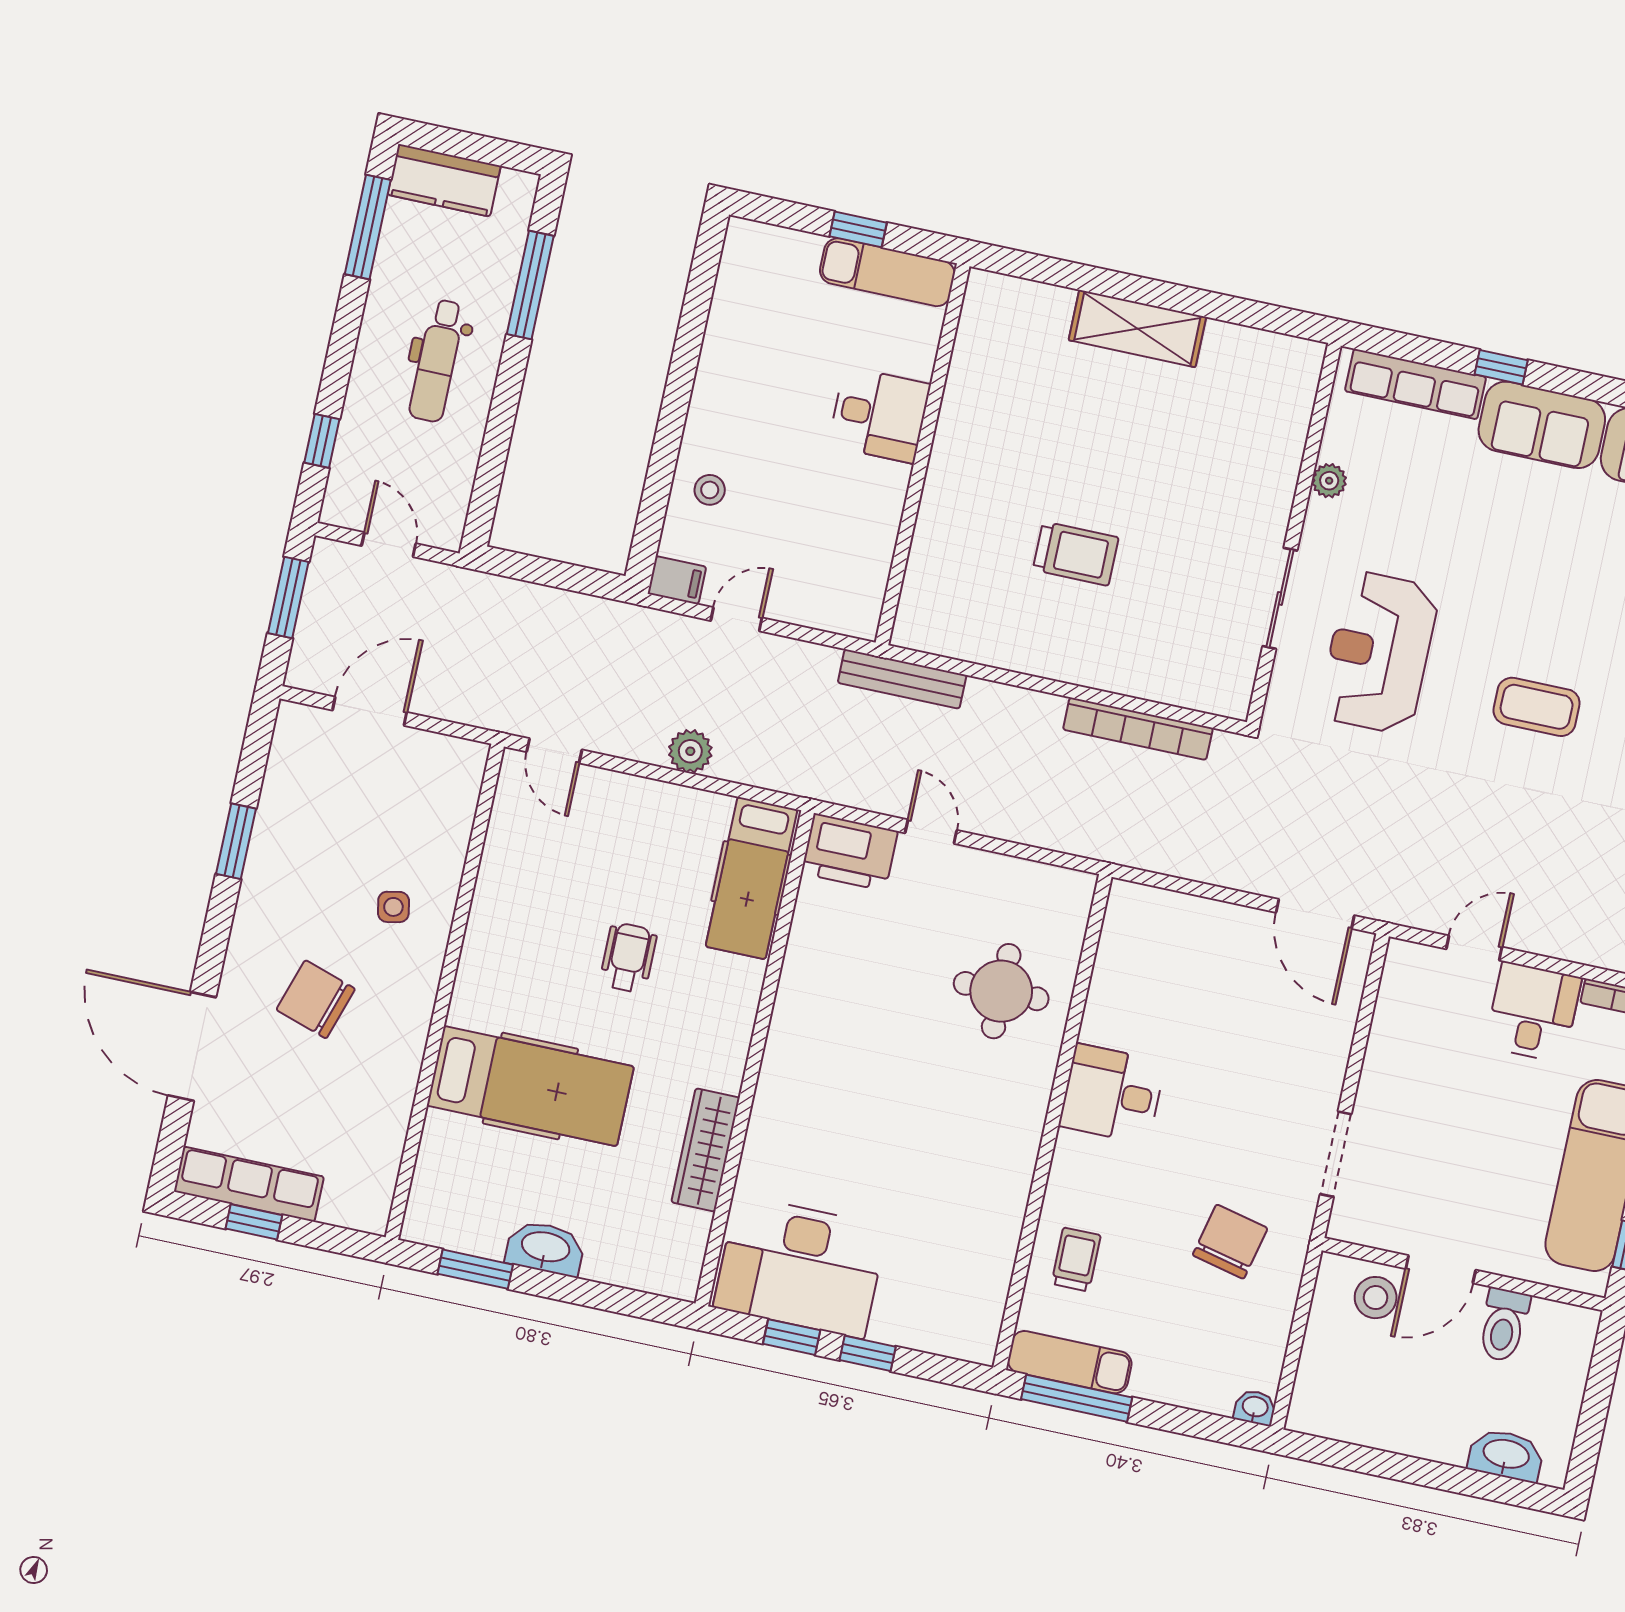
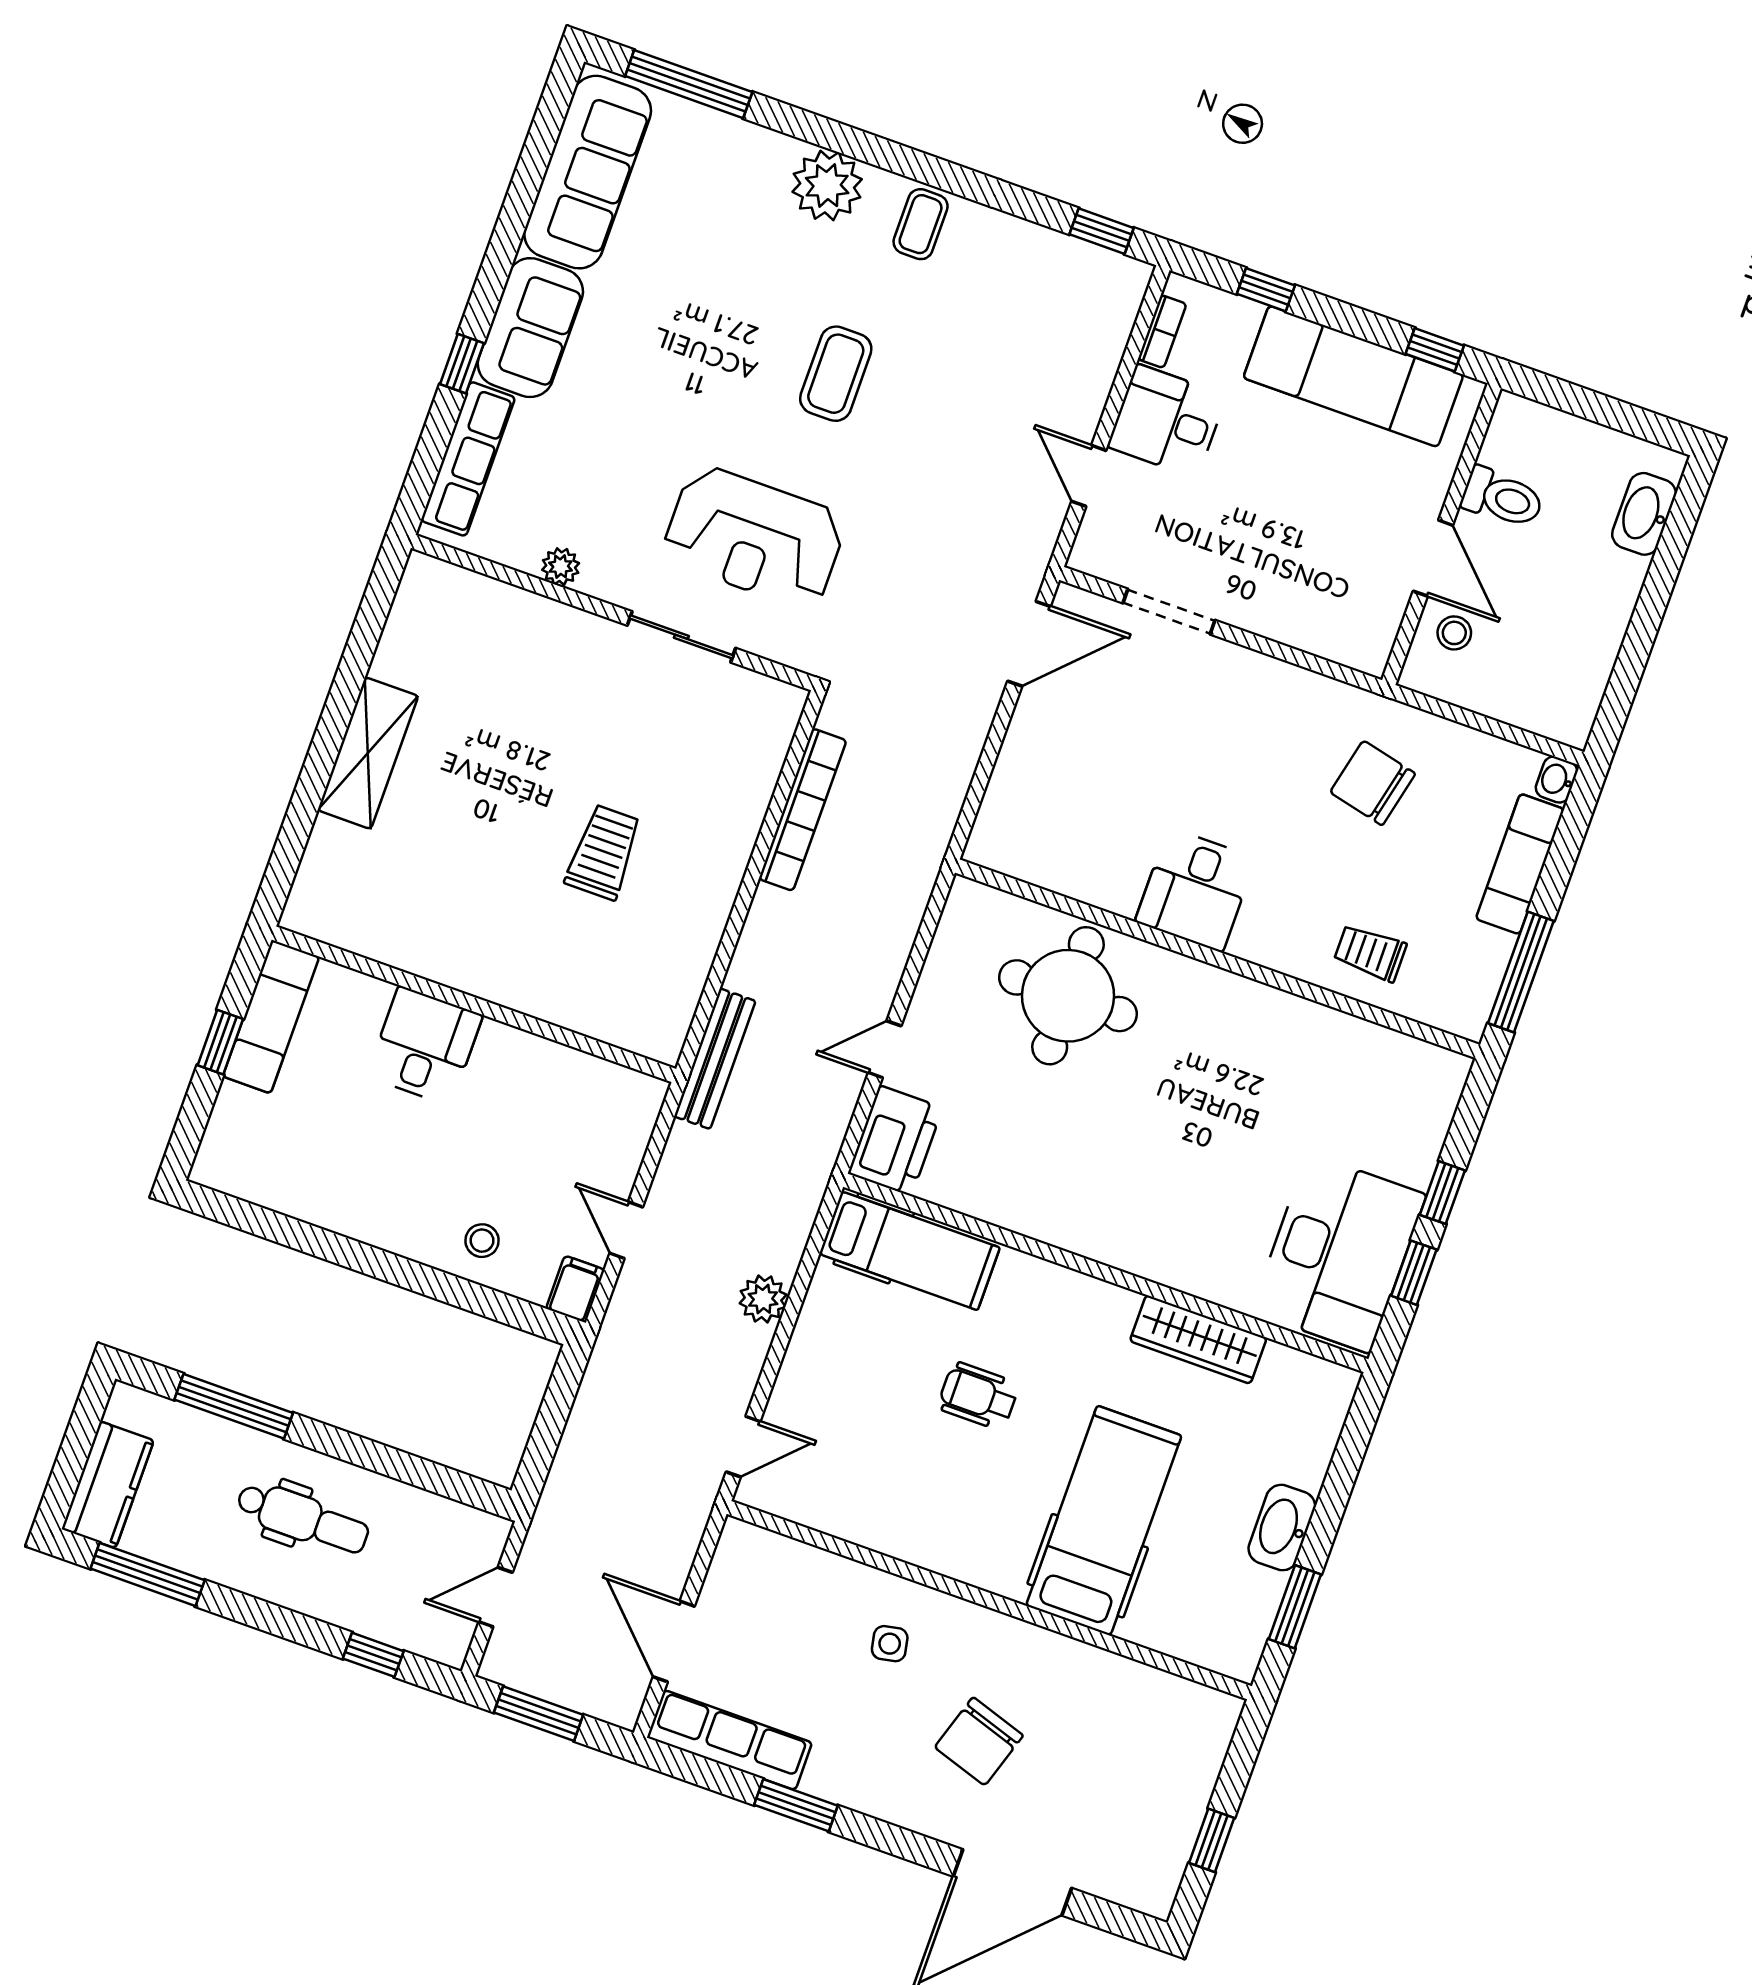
round table: (1001, 991) -> (1068, 996), width x1.36, depth x1.36
doorway: (1336, 1154) -> (1169, 612), moved
row of seats: (249, 1184) -> (730, 1740), moved, turned 90
stool: (1376, 1298) -> (1454, 633), width x0.73, depth x0.73
exam couch: (1070, 1362) -> (1520, 864), moved

